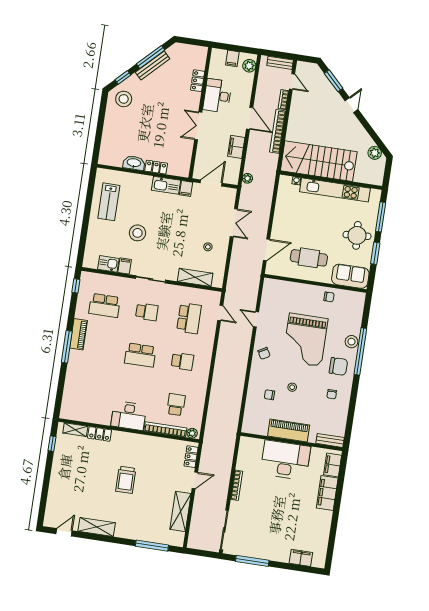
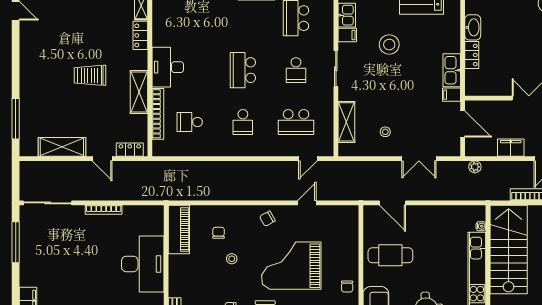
cafe table: (309, 258) -> (390, 255), turned 90
school desk: (176, 405) -> (190, 122), turned 180
piano: (289, 431) -> (179, 229), moved
plant: (192, 433) -> (158, 147), removed
shelving: (97, 527) -> (139, 92), moved

